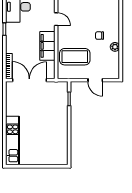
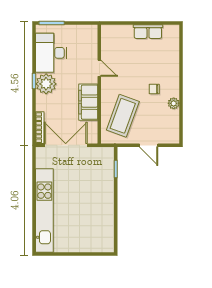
plant: (14, 31) -> (46, 84), added
coffee table: (75, 57) -> (123, 116), turned -70
kitchen unit: (13, 141) -> (44, 210), width x1.36

